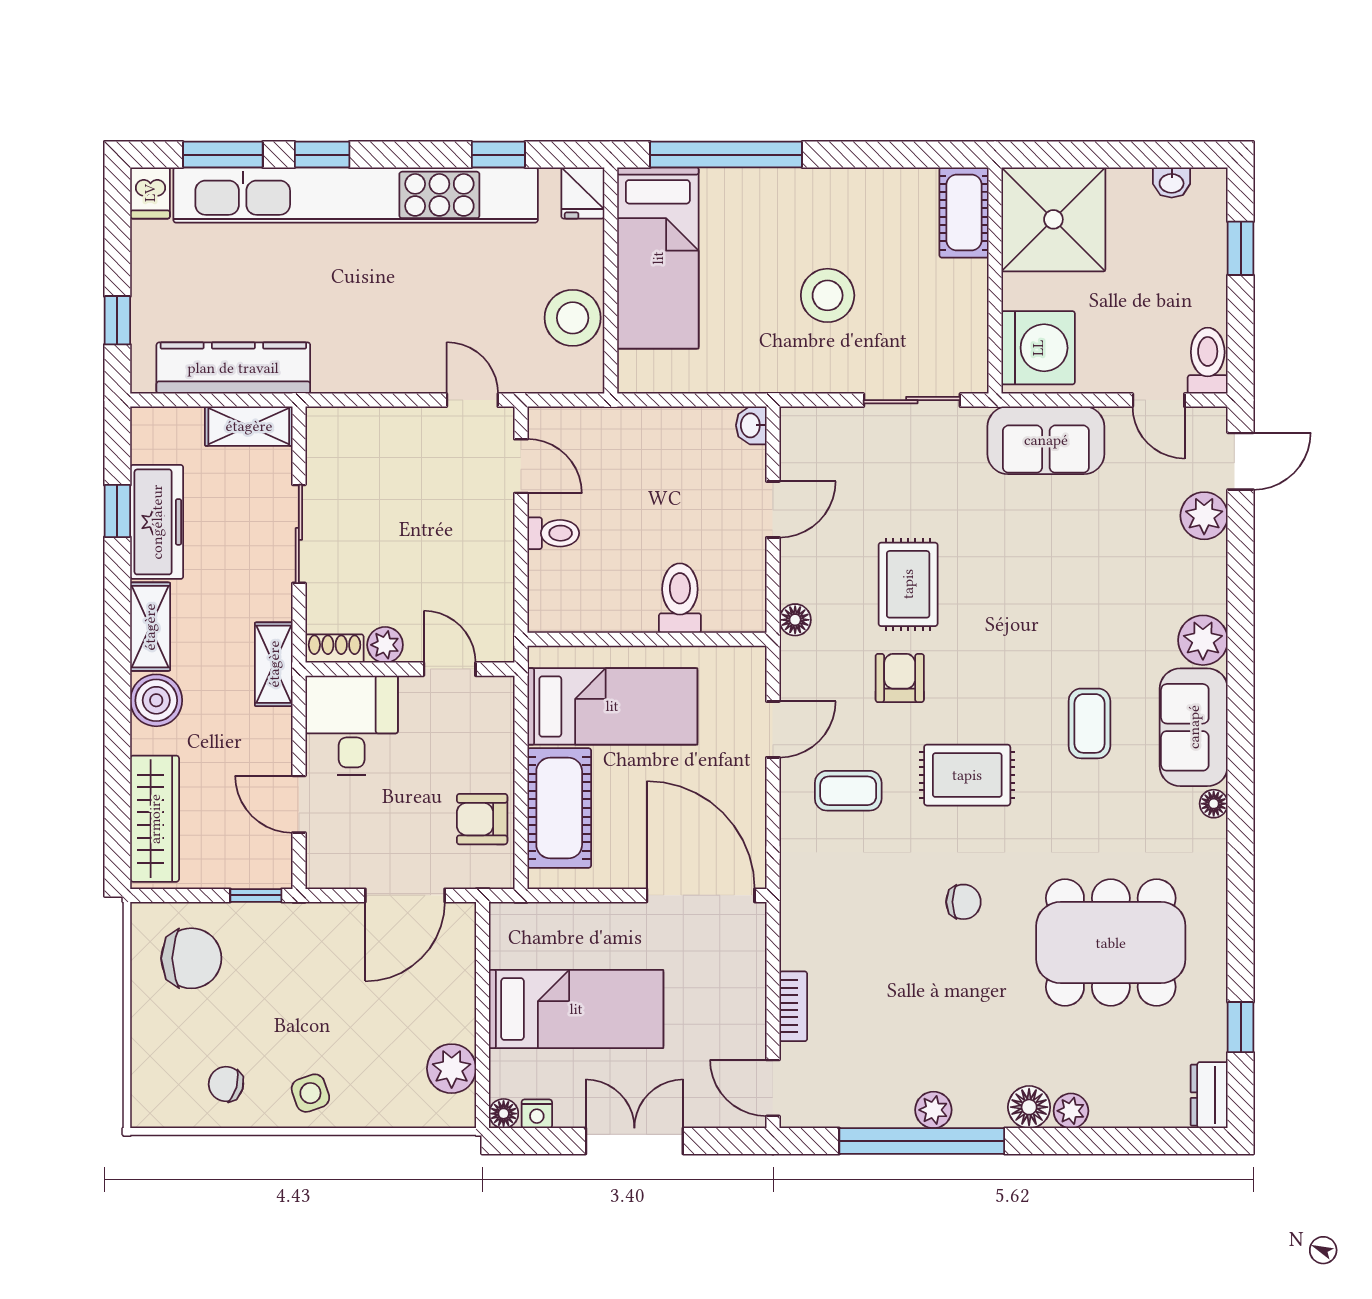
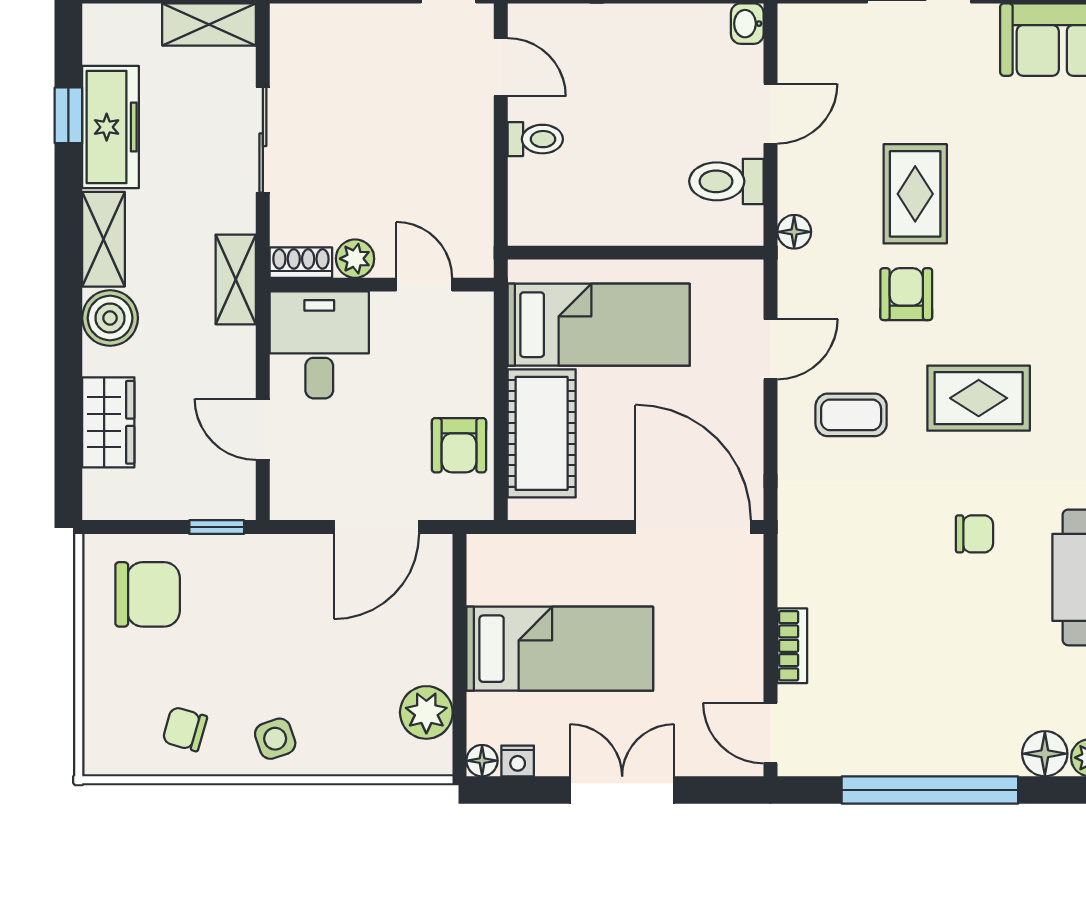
toilet: (680, 598) -> (726, 181), moved, turned -90
wardrobe: (155, 819) -> (108, 422), width x0.67
armchair: (482, 819) -> (459, 445), turned -90
plant: (933, 1110) -> (942, 757), removed

